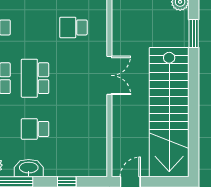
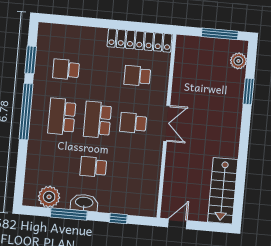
school desk: (74, 78) -> (133, 123), added
stairs: (169, 112) -> (223, 191), width x0.54, depth x0.66

